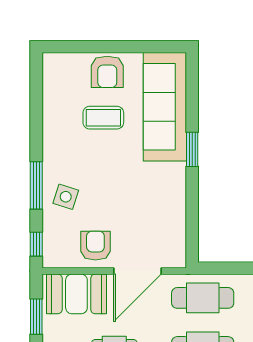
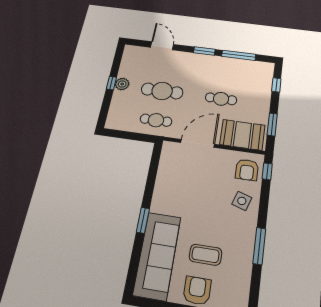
window: (36, 185) -> (259, 246), moved
armchair: (95, 246) -> (247, 170), moved
cafe table: (203, 298) -> (156, 120), width x0.73, depth x0.74

